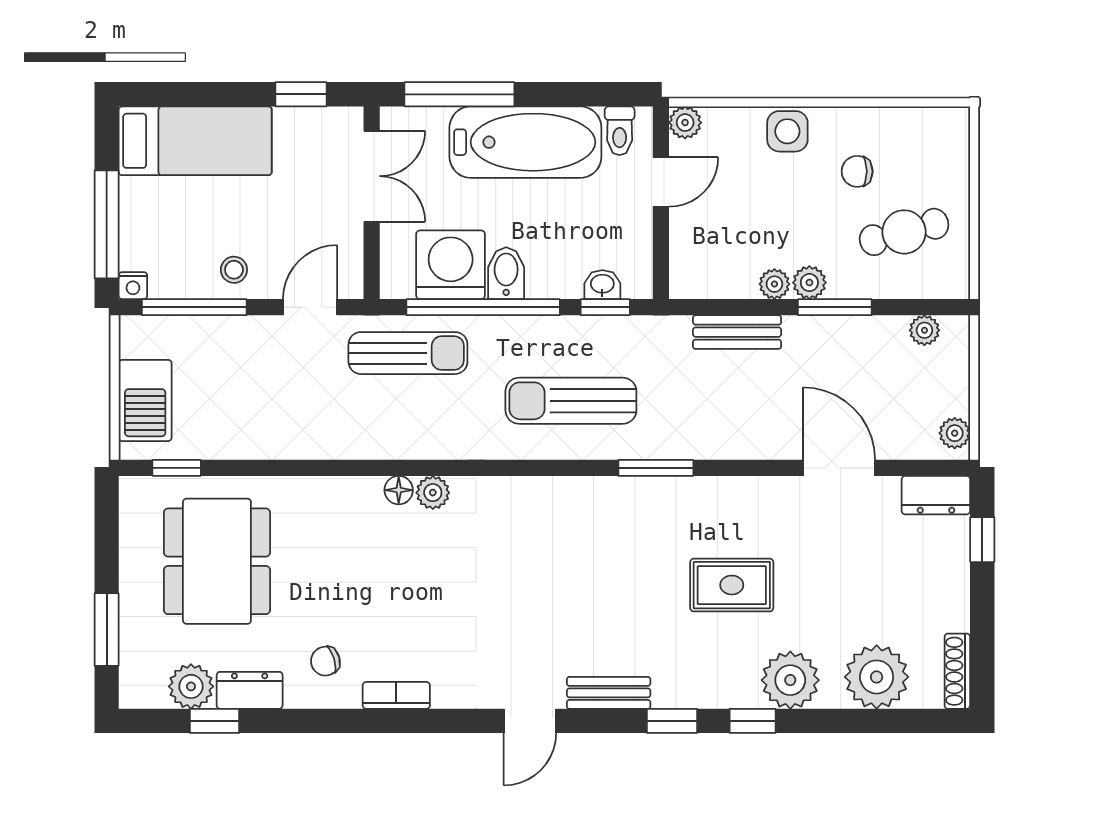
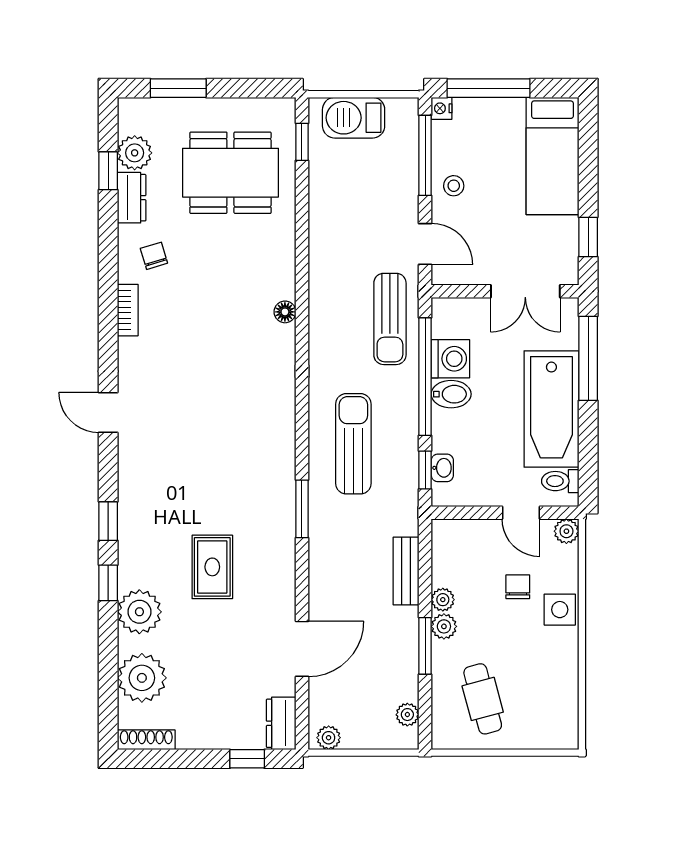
chair: (857, 171) -> (518, 587), moved
washing machine: (451, 265) -> (450, 359), width x0.73, depth x0.73
plant: (433, 493) -> (283, 338), removed
bench: (609, 693) -> (130, 473), removed

